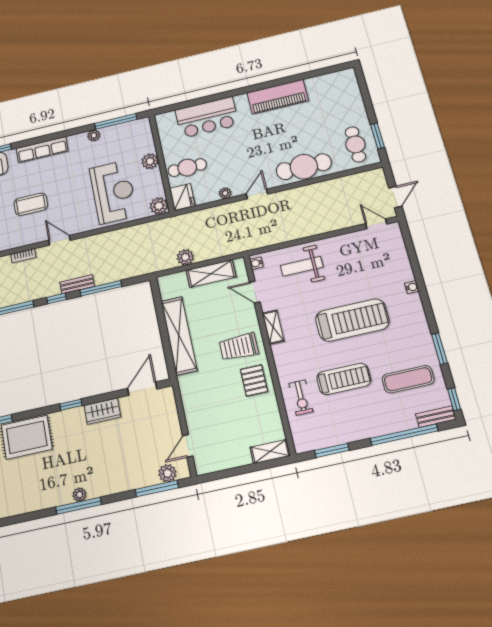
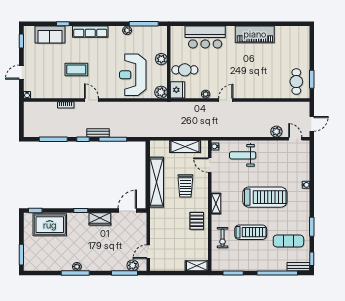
cafe table: (304, 167) -> (260, 89), removed
reception desk: (113, 192) -> (133, 75), turned 180
plant: (185, 257) -> (276, 132), moved
shelving: (273, 327) -> (216, 203), moved
trolley: (239, 347) -> (185, 186), moved, turned -90

